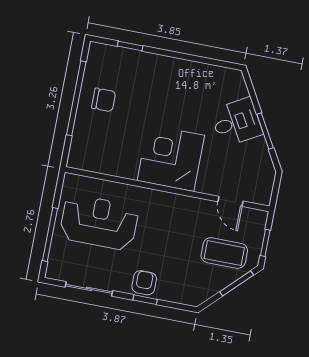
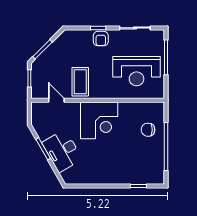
chair: (104, 100) -> (148, 130), moved
desk: (236, 122) -> (62, 151), width x1.37
coffee table: (224, 253) -> (80, 82), moved, turned 90

